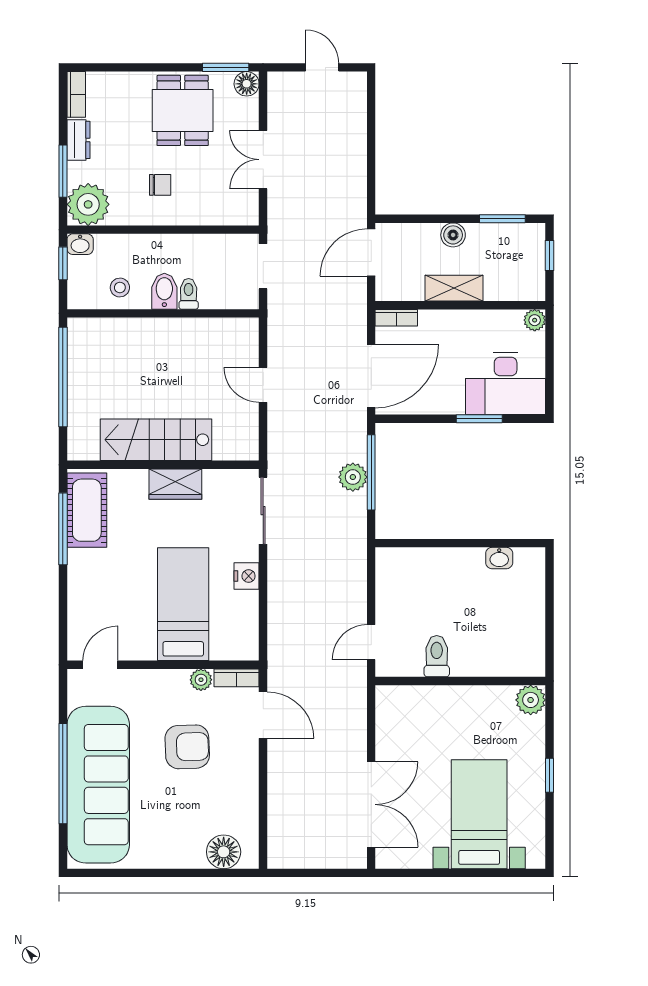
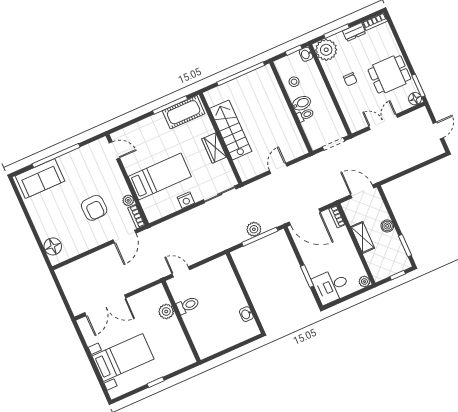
desk: (506, 383) -> (331, 286), width x0.73
plant: (531, 700) -> (166, 311), moved
sofa: (98, 785) -> (40, 179), width x0.54, depth x0.79

